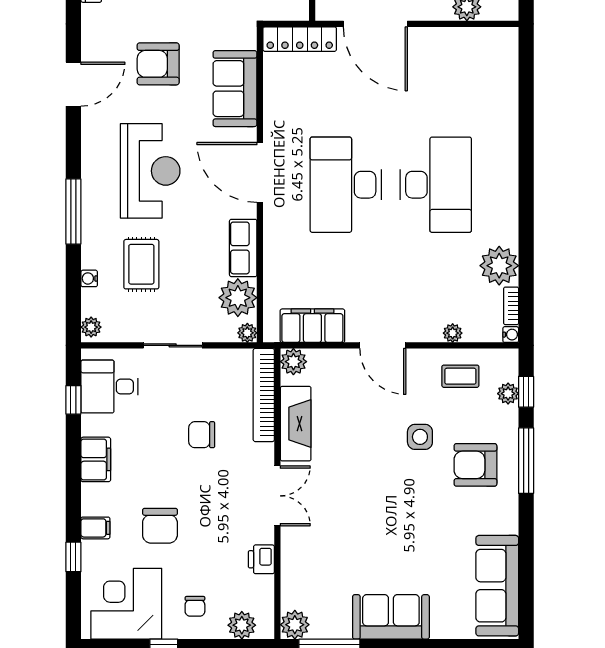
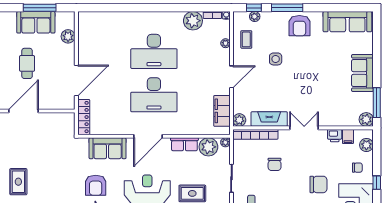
desk: (436, 185) -> (154, 51), turned 180
armchair: (475, 465) -> (299, 26), moved
filing cabinet: (259, 587) -> (348, 136), added

